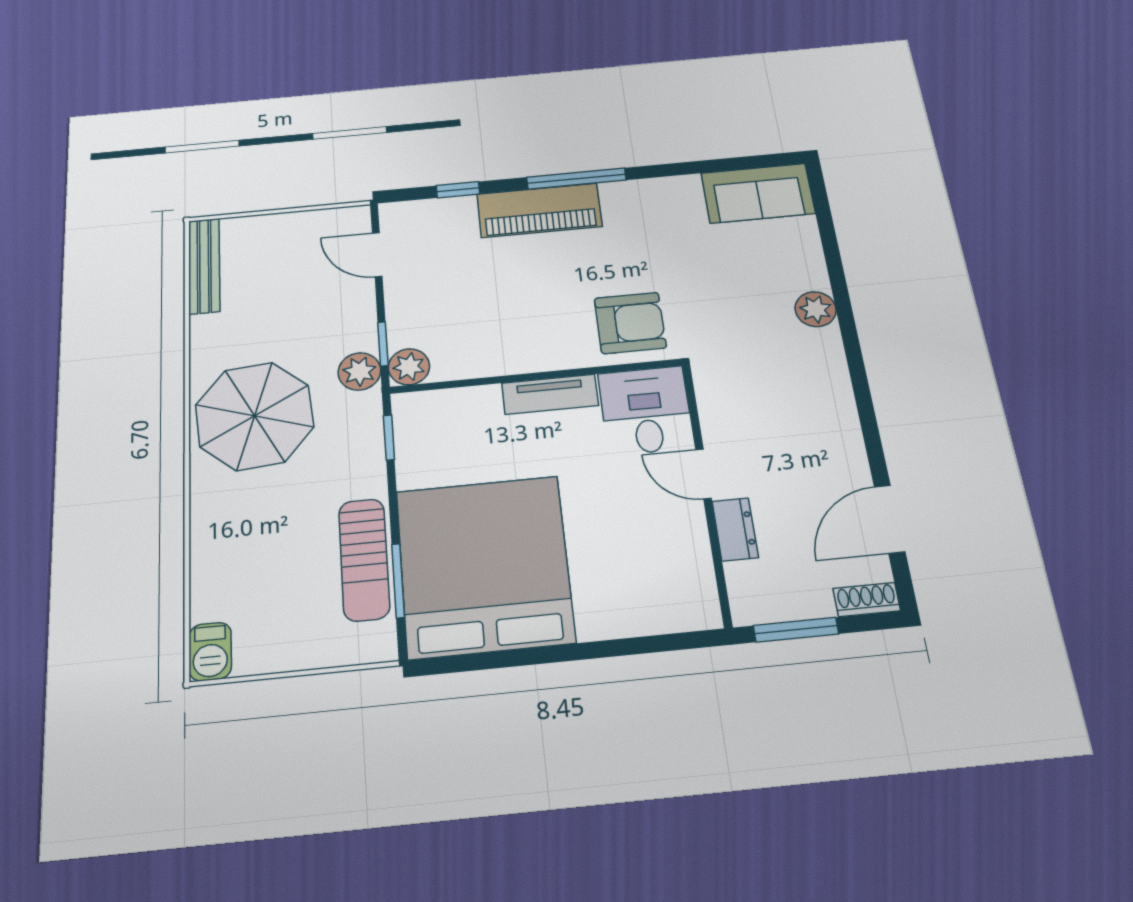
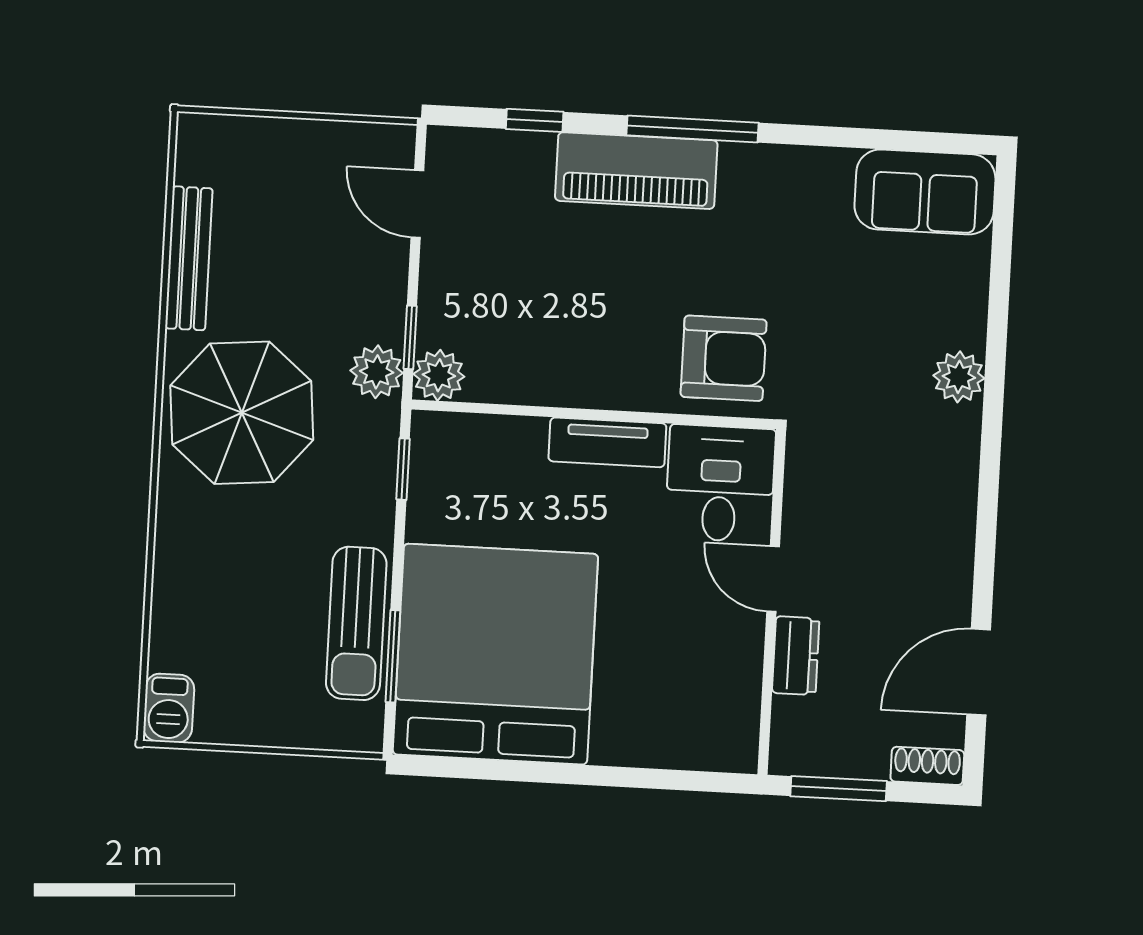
bench: (204, 266) -> (189, 258), moved

